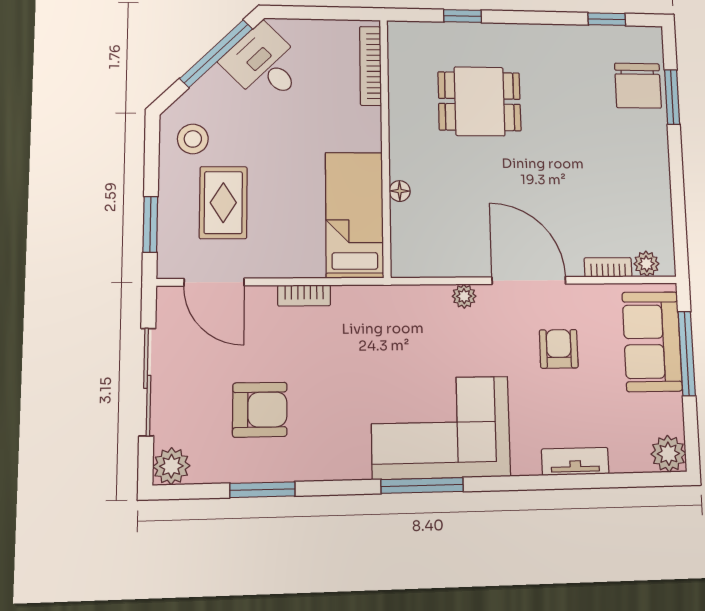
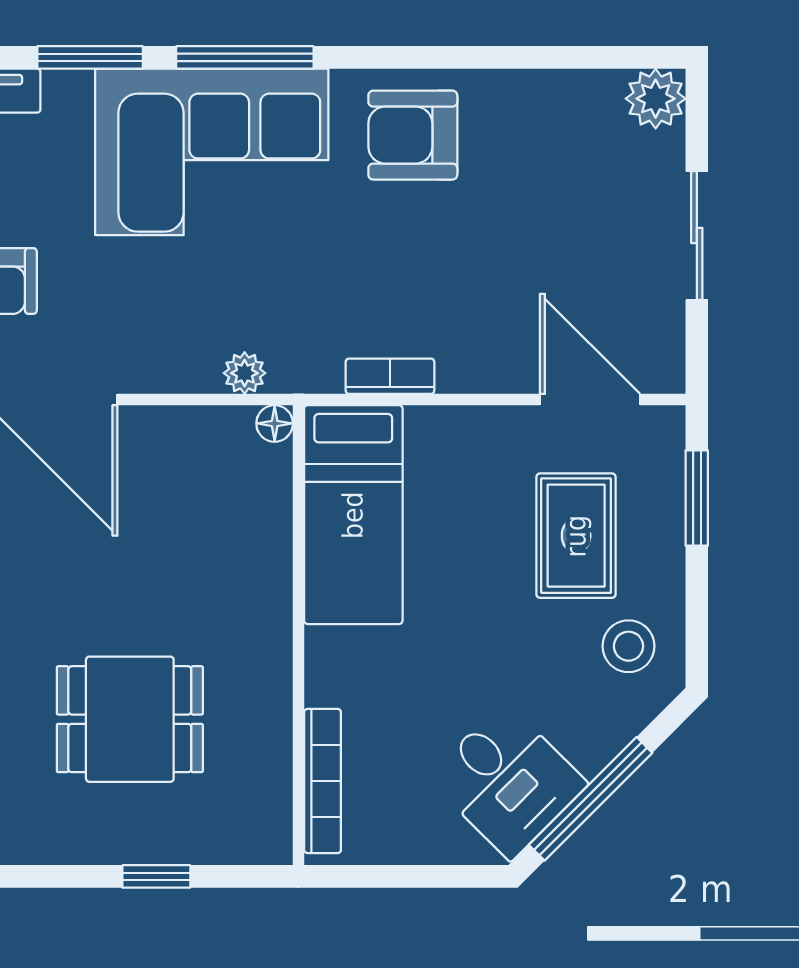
floor lamp: (400, 191) -> (275, 423), moved
bookcase: (304, 295) -> (390, 376), moved
plant: (464, 296) -> (245, 373), moved
sliding door: (147, 382) -> (697, 235), width x0.73
armchair: (260, 410) -> (413, 135), moved
window: (262, 490) -> (90, 57), moved

